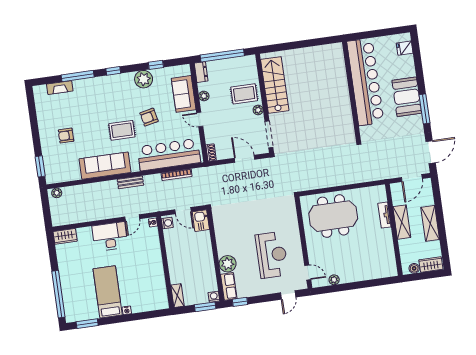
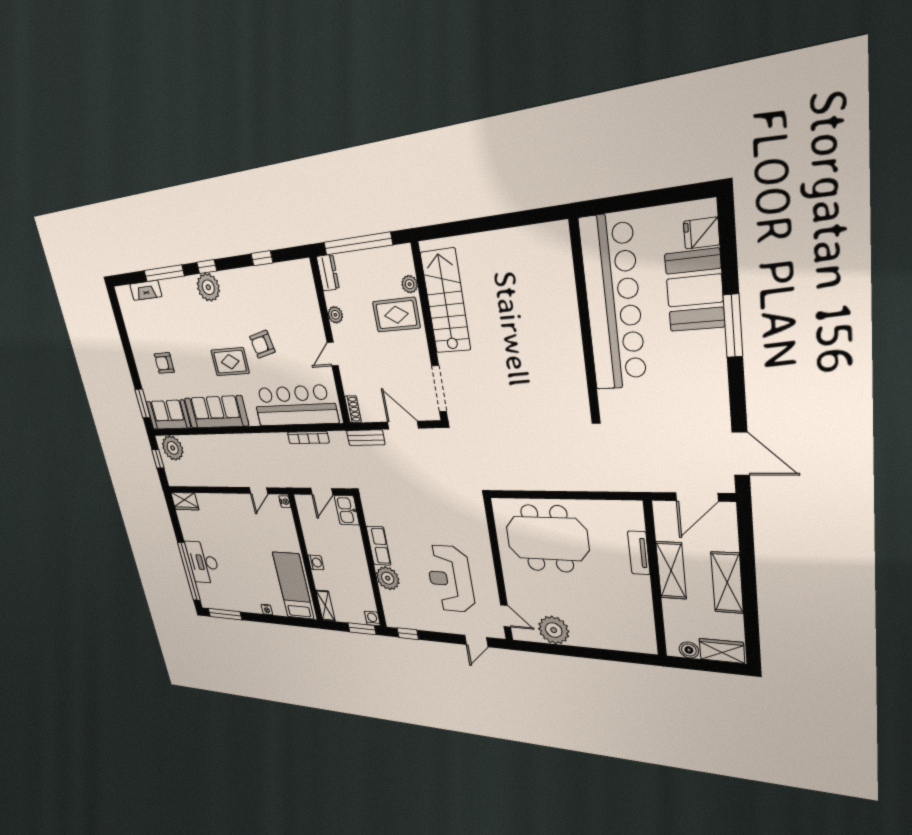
plant: (144, 79) -> (208, 287), moved
sofa: (184, 94) -> (168, 415), moved, turned 90
booth: (407, 97) -> (695, 290), moved
window: (424, 109) -> (733, 326), moved
plant: (258, 110) -> (410, 284), moved
door: (200, 120) -> (333, 354), hinge flipped
door: (431, 152) -> (741, 454), hinge flipped
bench: (130, 182) -> (366, 438), moved
plant: (57, 193) -> (173, 448), width x1.88, depth x1.88
window: (46, 207) -> (158, 459), added
door: (183, 211) -> (322, 492), hinge flipped
washing machine: (167, 223) -> (316, 562), moved
desk: (110, 237) -> (203, 562), moved, turned -90
reception desk: (272, 255) -> (450, 579), turned 180
plant: (334, 280) -> (554, 630), width x1.87, depth x1.87
row of seats: (229, 286) -> (379, 546), moved
bed: (108, 292) -> (293, 586), moved
window: (87, 324) -> (225, 614), width x1.44

